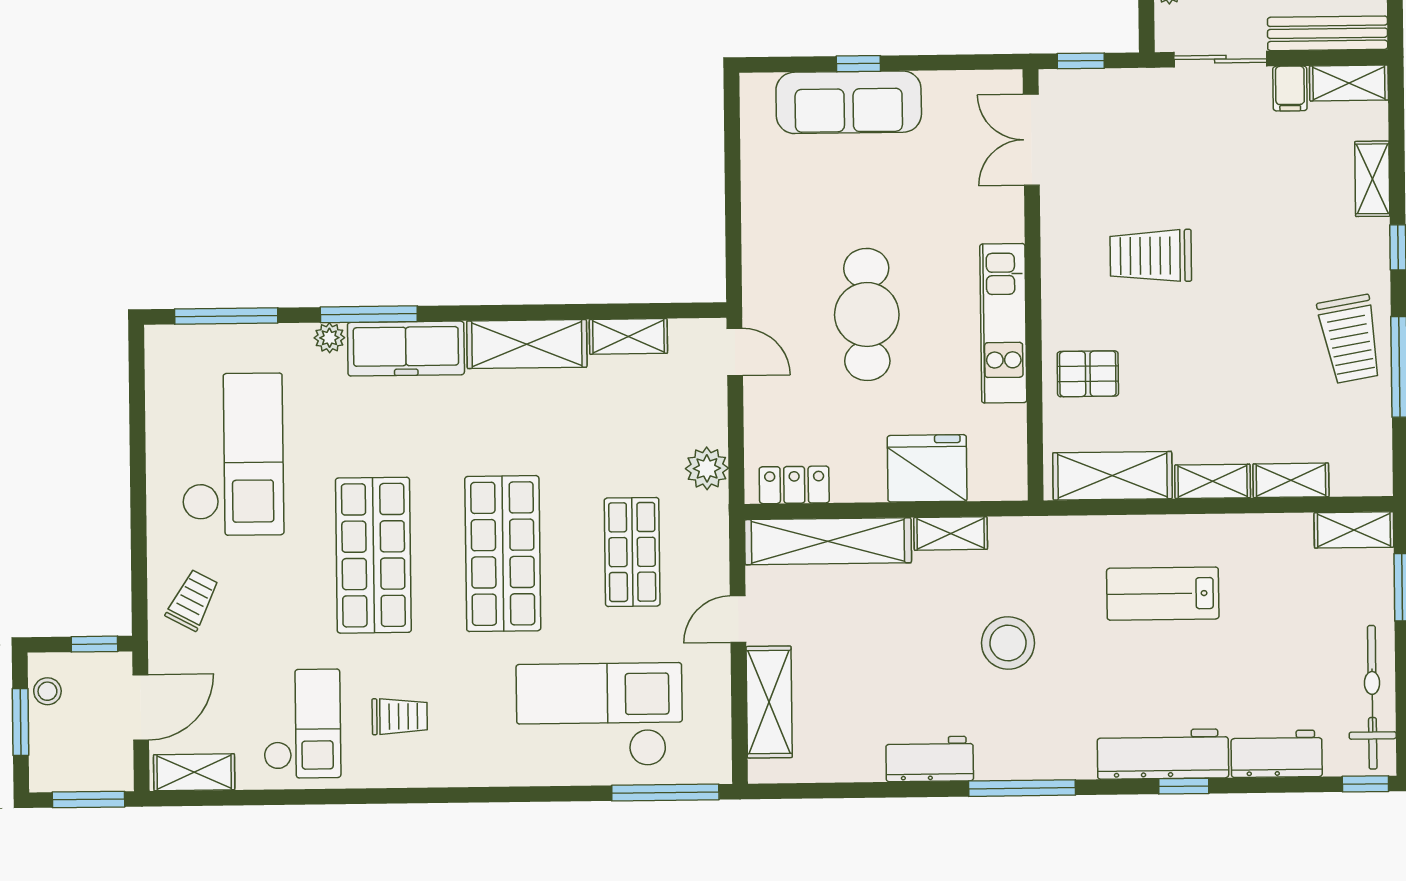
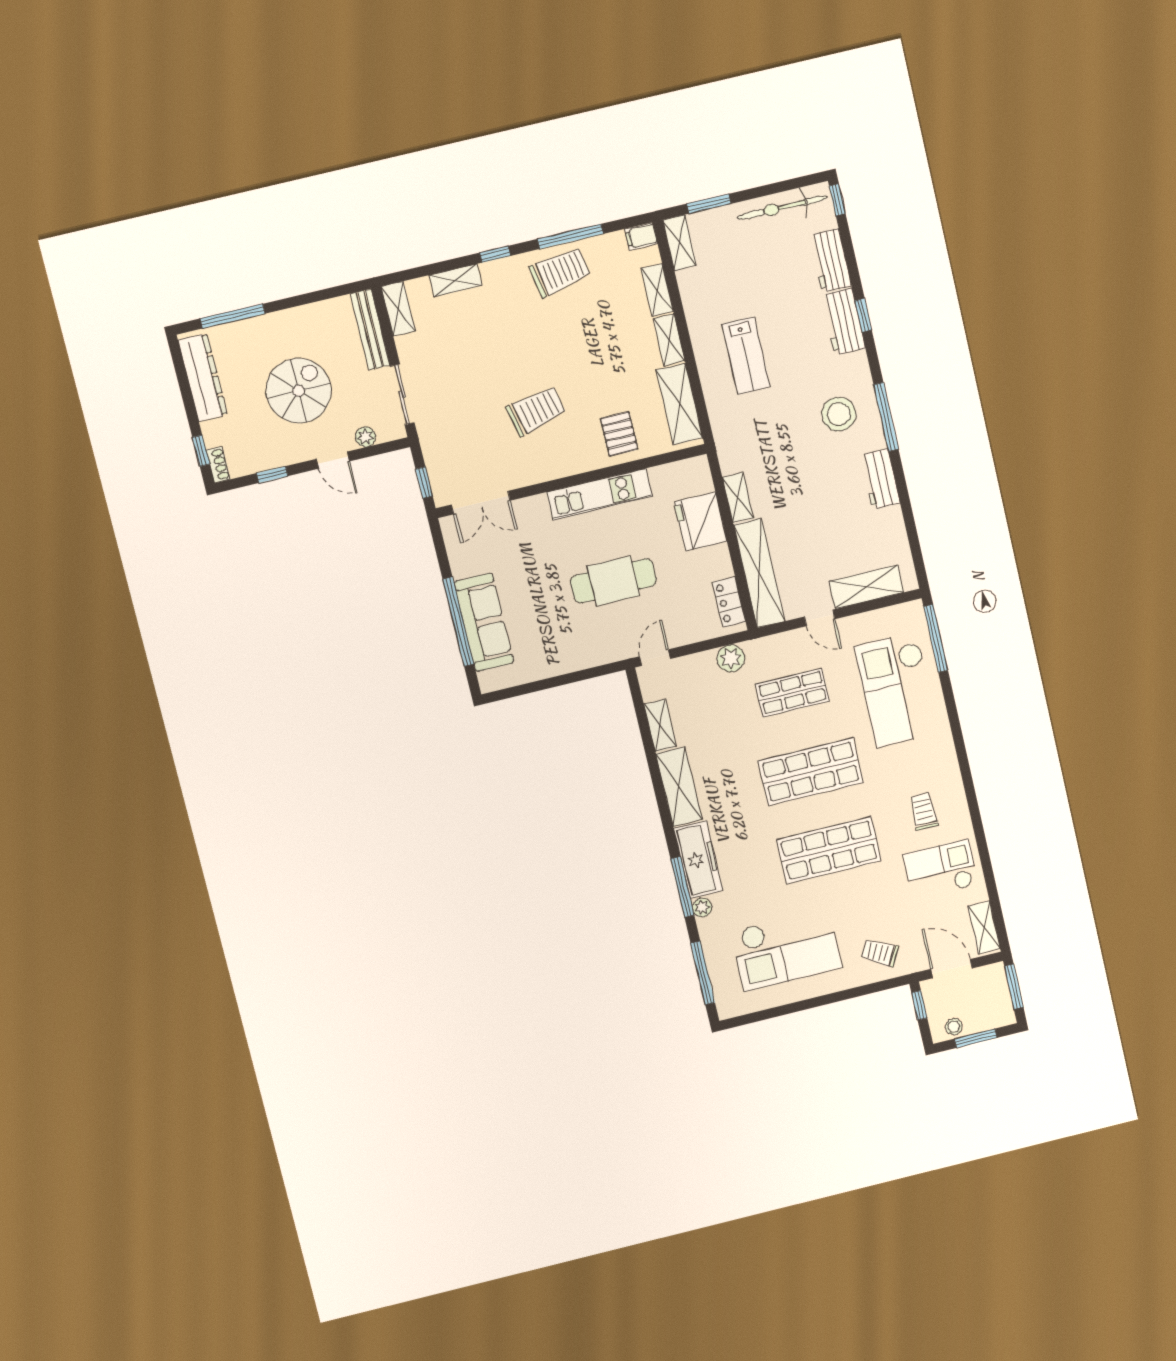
window: (858, 64) -> (458, 622), width x3.17
filing cabinet: (1290, 88) -> (641, 236), moved, turned 180
trolley: (1151, 256) -> (536, 411), turned -103
checkout: (232, 454) -> (786, 950), turned 180
stool: (1008, 643) -> (839, 414), moved
workbench: (1163, 754) -> (844, 322), width x0.73

